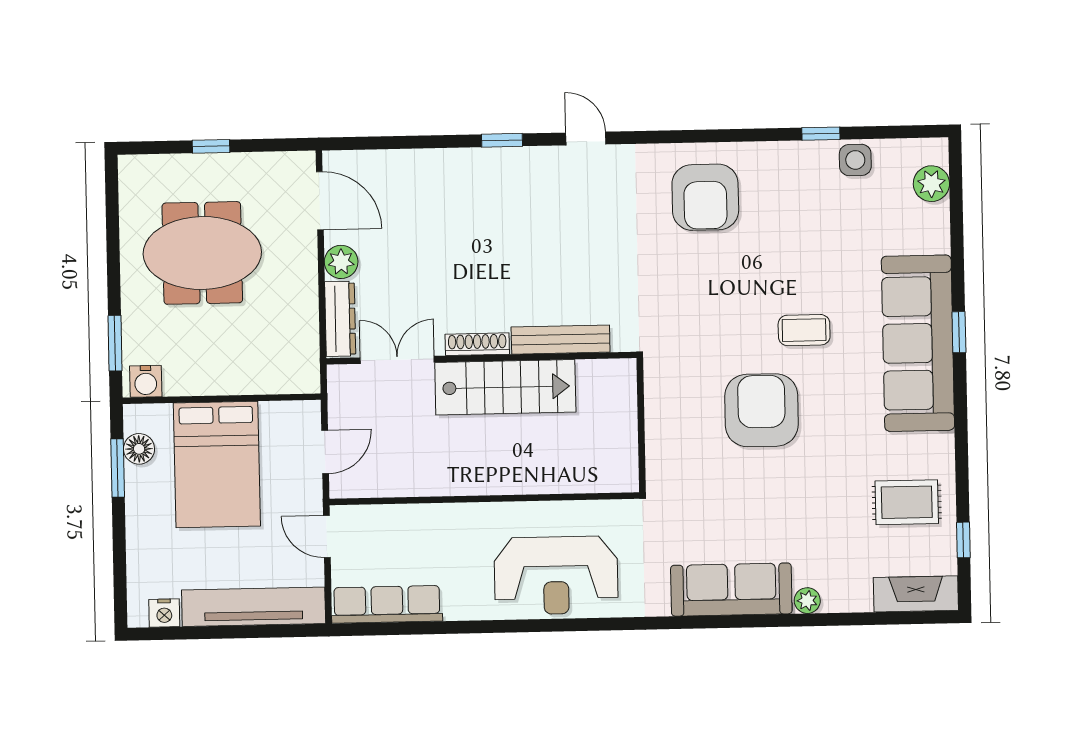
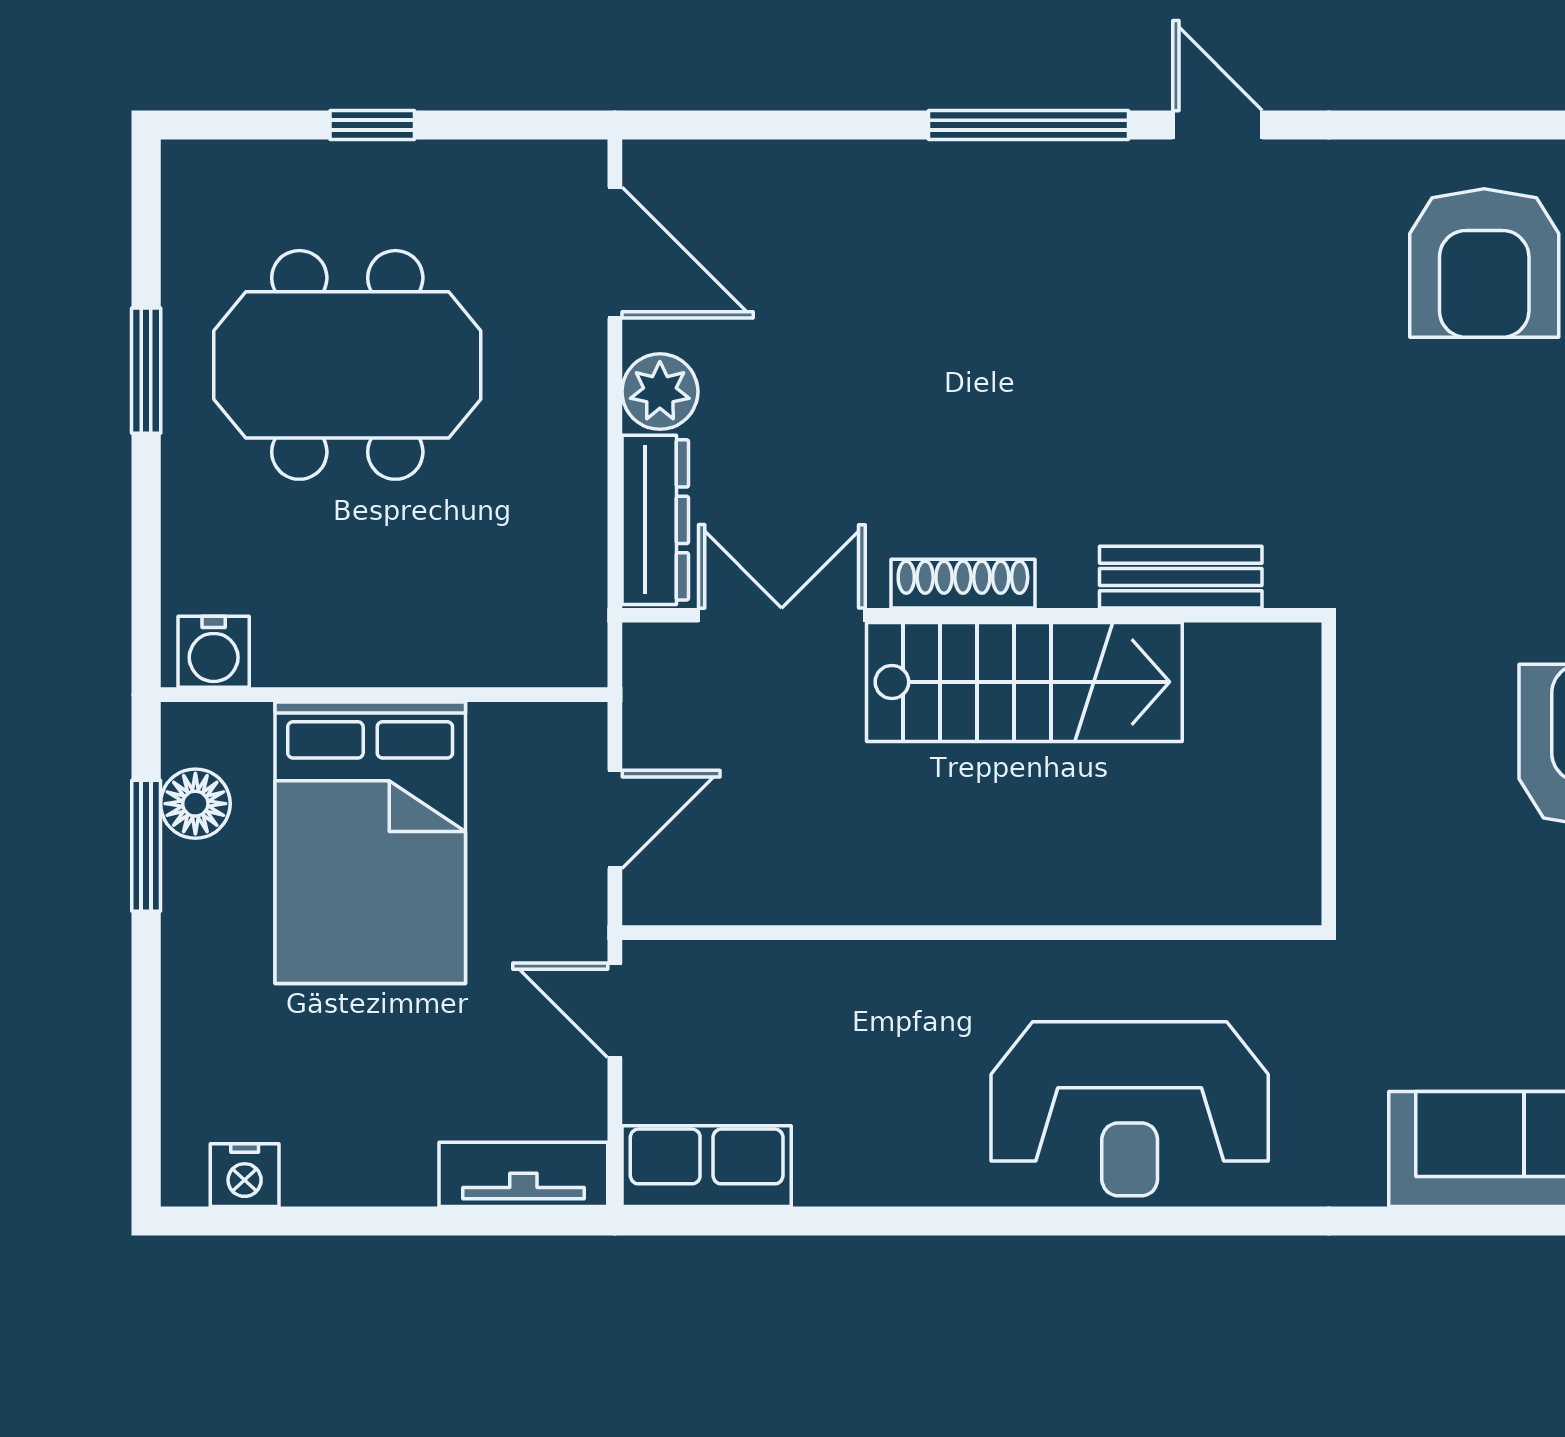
window: (502, 140) -> (1029, 125), width x2.17
bench: (561, 340) -> (1181, 577), width x0.73
window: (115, 343) -> (146, 371), moved
row of seats: (387, 604) -> (707, 1166), width x0.68
tv unit: (254, 607) -> (523, 1174), width x0.52, depth x0.78

